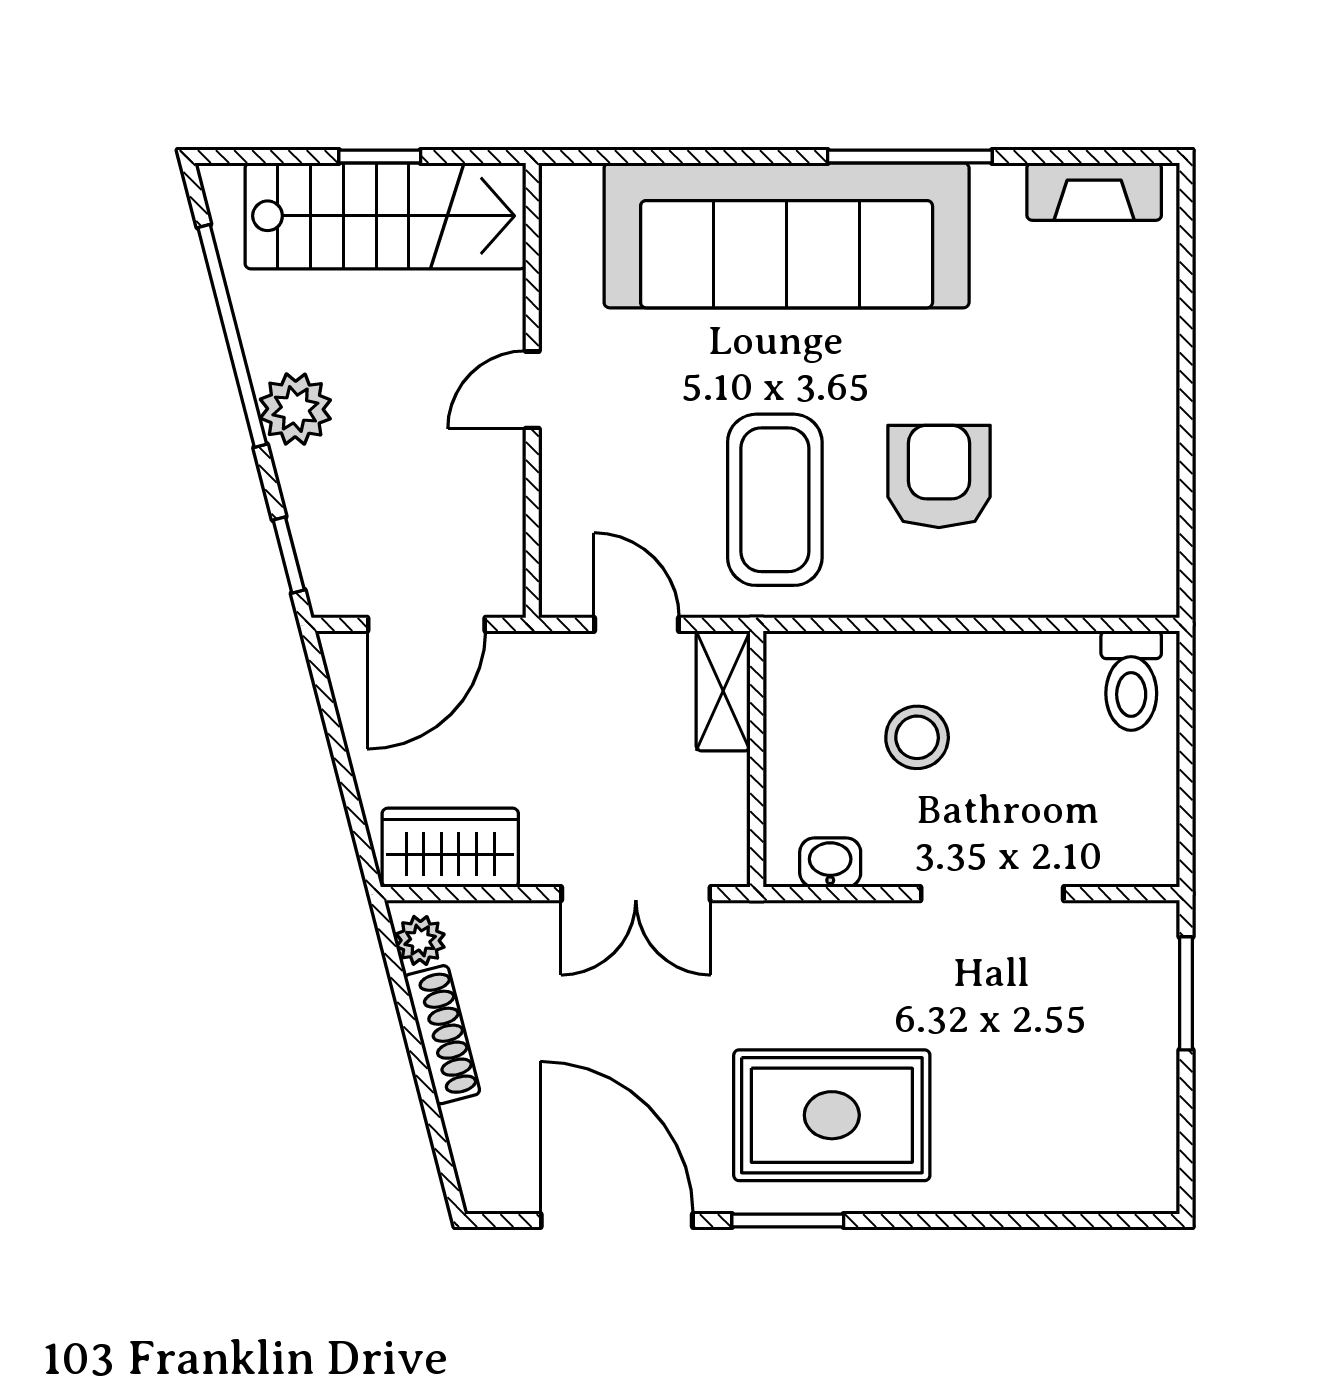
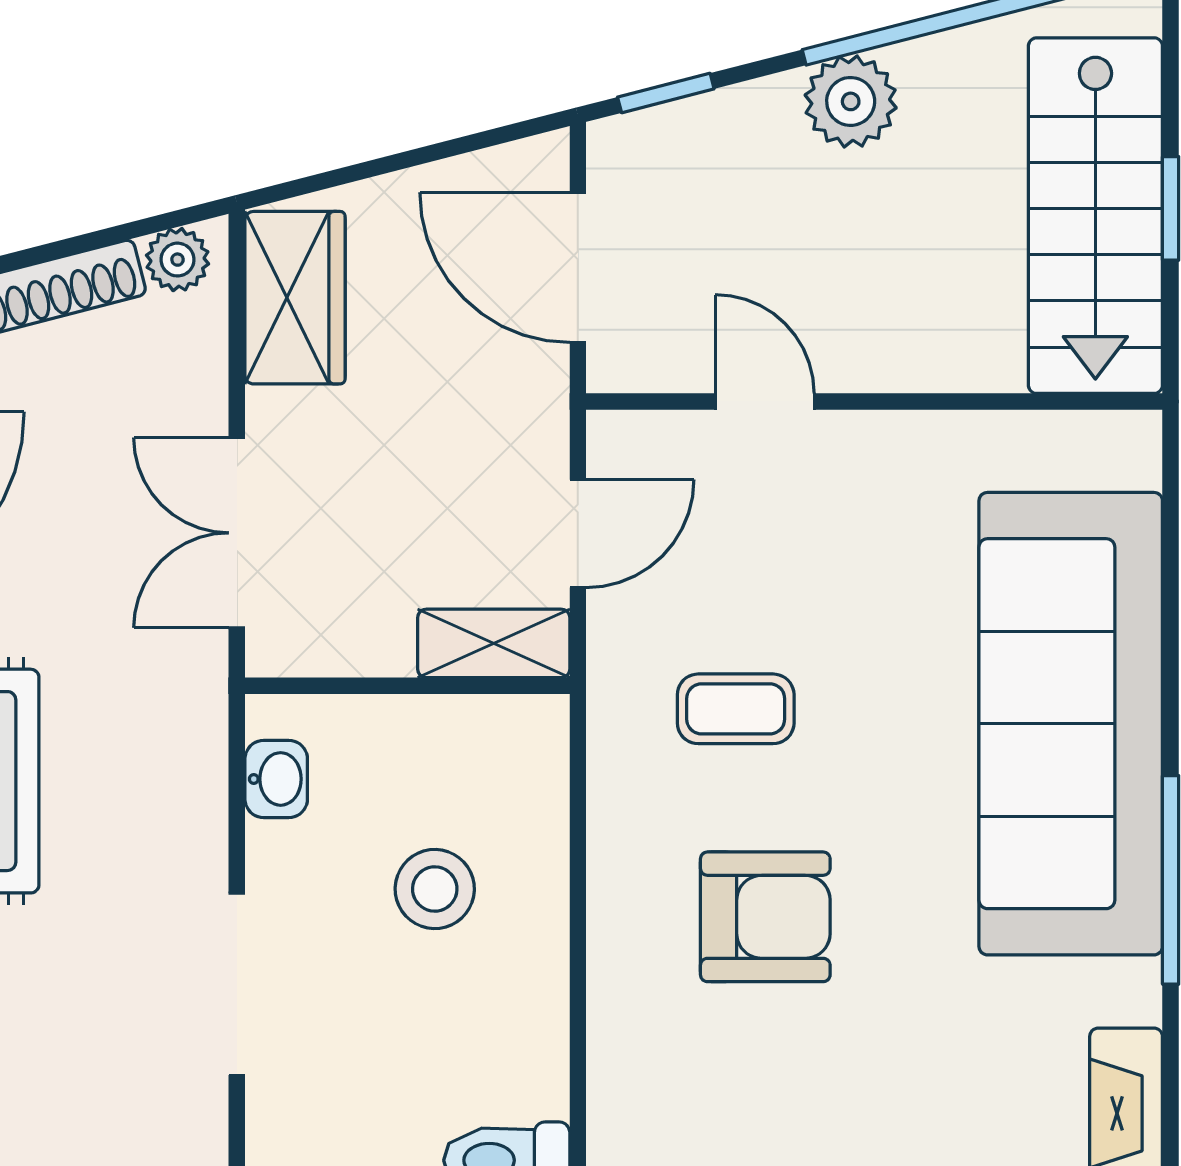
door: (532, 390) -> (765, 402), moved
coffee table: (775, 500) -> (736, 709), width x0.54, depth x0.58

